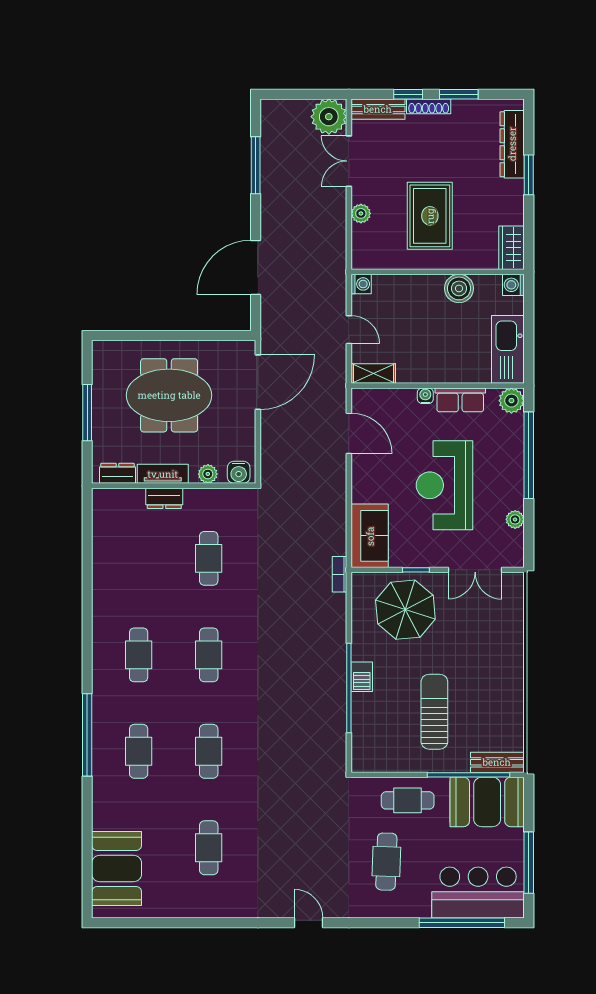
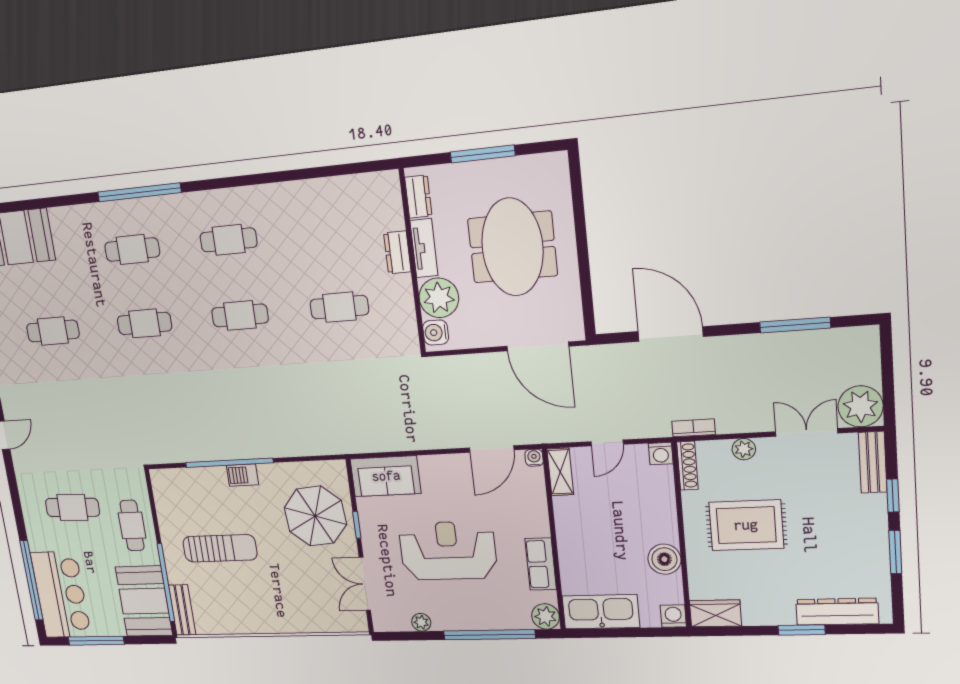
shoe rack: (429, 106) -> (687, 466), moved, turned 180
water cooler: (425, 396) -> (534, 458), moved, turned -90
plant: (208, 474) -> (439, 298), width x1.87, depth x1.87
bookcase: (339, 574) -> (693, 428), moved

